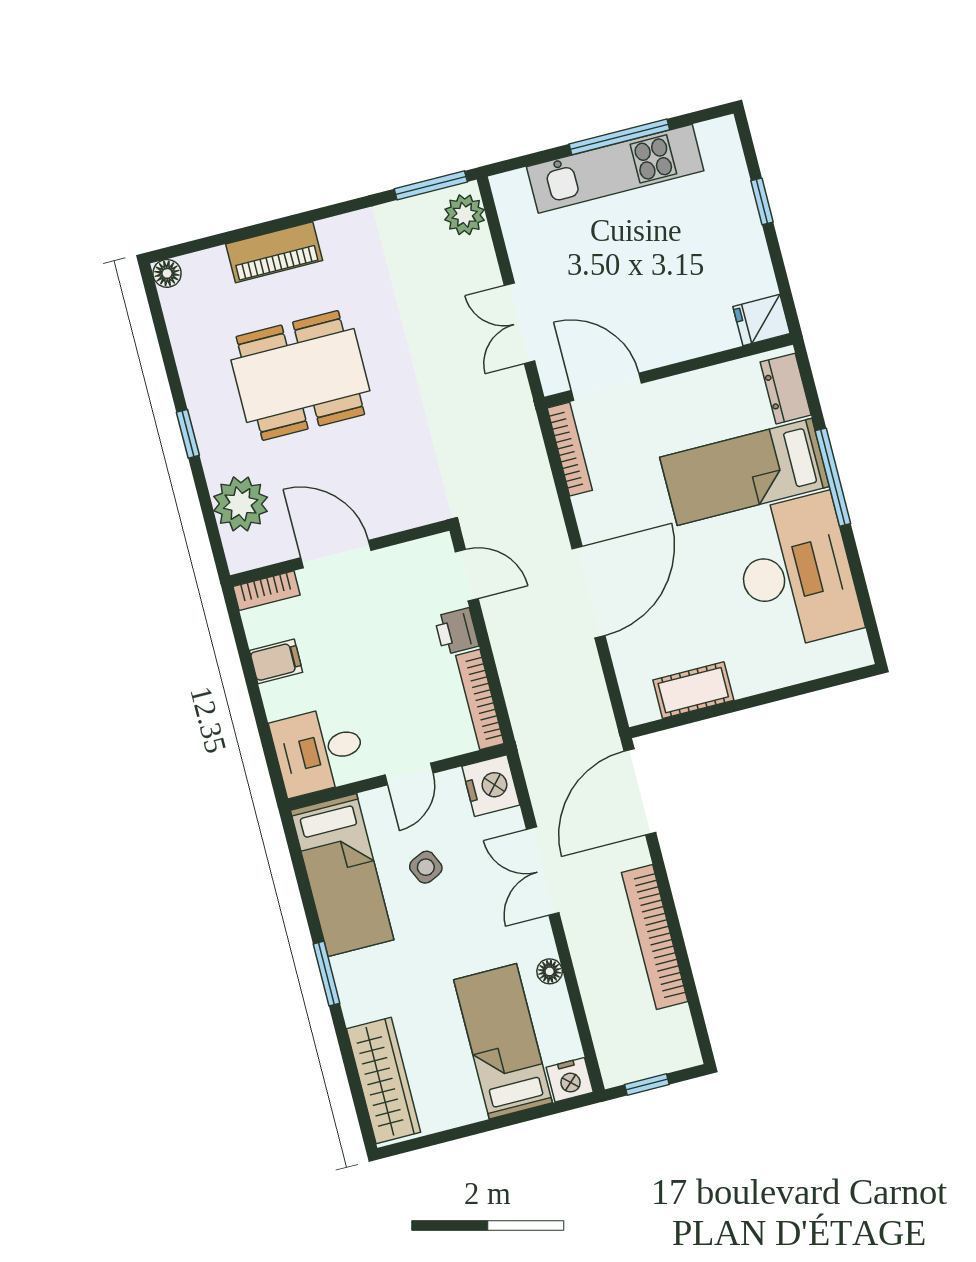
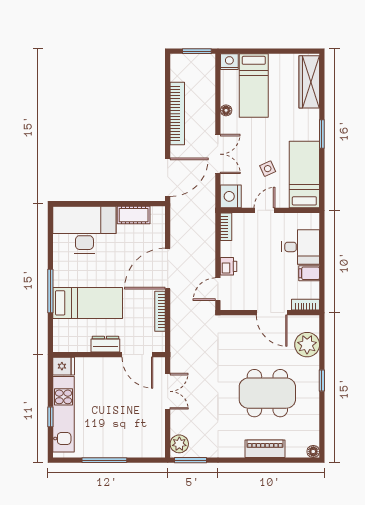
kitchen unit: (615, 169) -> (64, 414), moved, turned 90
dresser: (786, 389) -> (105, 344), moved, turned -90
bookcase: (570, 449) -> (160, 311), moved
desk: (796, 572) -> (84, 230), moved, turned 90
door: (467, 575) -> (218, 289), hinge flipped
bookcase: (480, 699) -> (226, 227), width x0.64
desk: (319, 751) -> (301, 247), moved
window: (647, 1085) -> (197, 51), width x1.50

